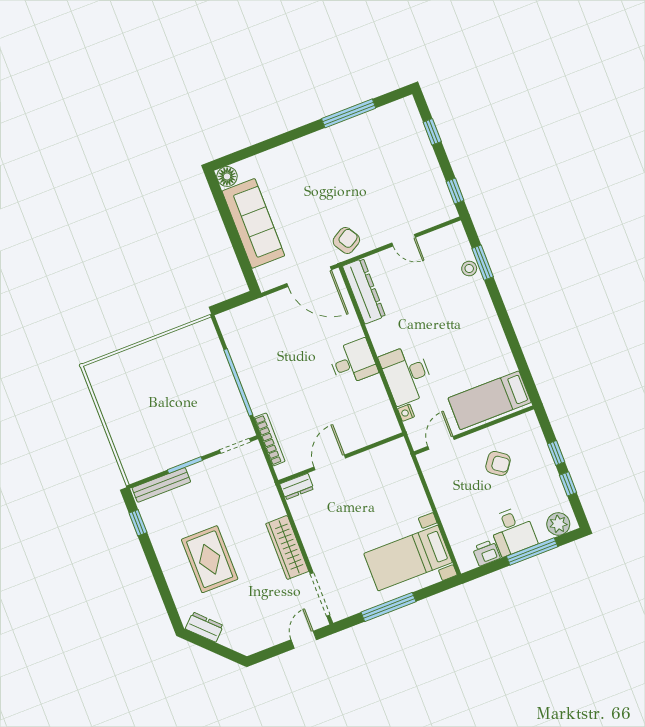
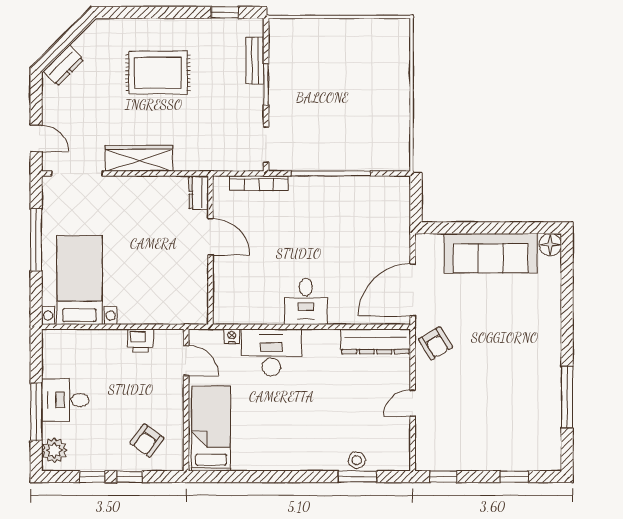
armchair: (498, 463) -> (147, 441), moved
bench: (161, 485) -> (255, 61), width x0.73
printer: (486, 553) -> (141, 340), moved, turned 90
dresser: (204, 627) -> (63, 66), moved

